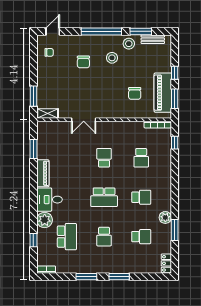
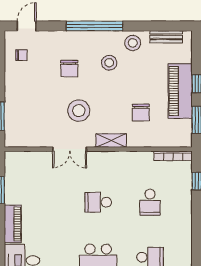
window: (141, 31) -> (149, 26), removed
stool: (90, 92) -> (79, 111), added
piano: (163, 93) -> (180, 91), moved
shelving: (48, 114) -> (111, 140), moved
school desk: (104, 158) -> (98, 202), turned -90

